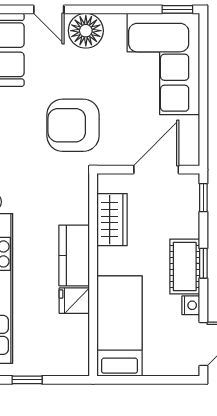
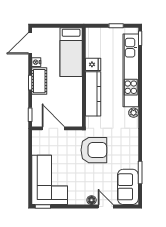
floor lamp: (86, 31) -> (92, 200), width x0.53, depth x0.53
door: (156, 170) -> (53, 128), swing flipped
wardrobe: (112, 220) -> (75, 104), removed
kitchen counter: (74, 255) -> (93, 94), width x1.50

